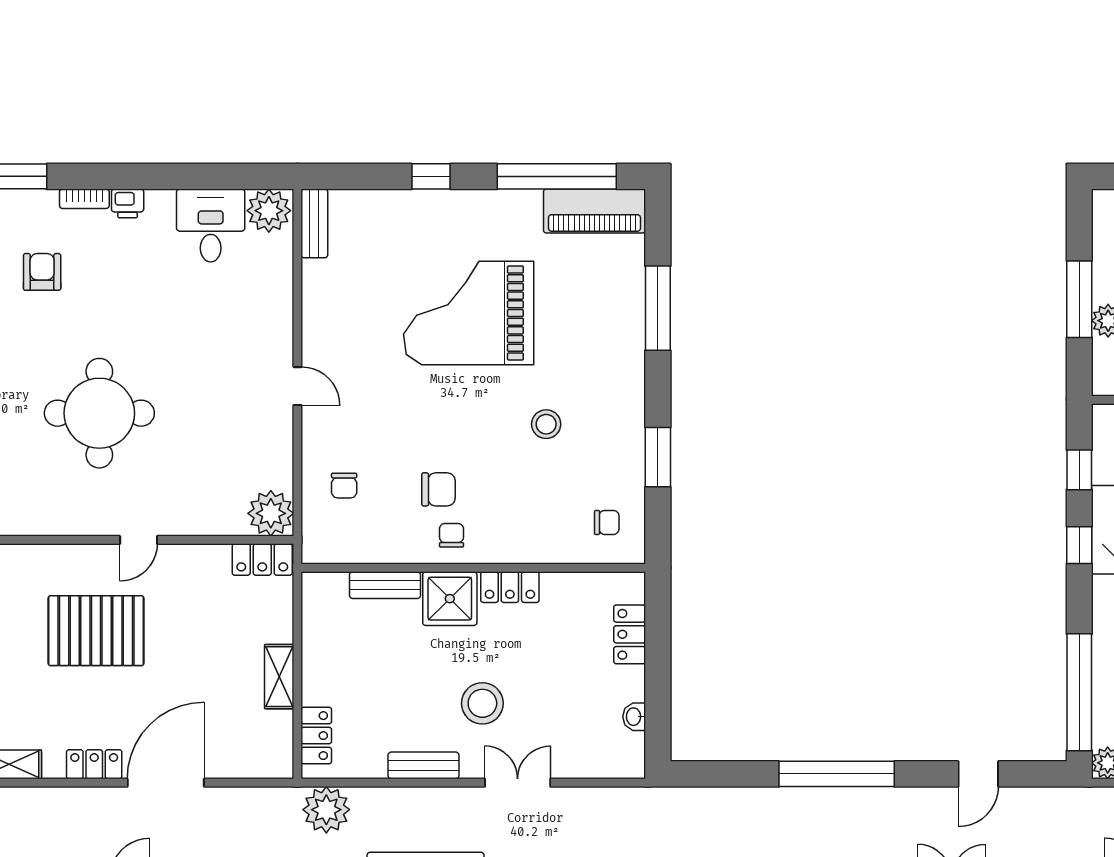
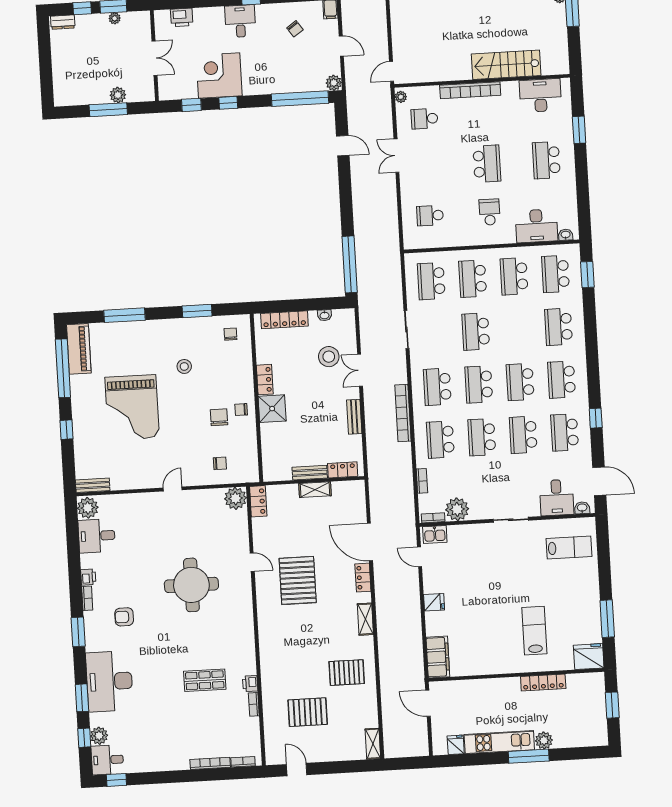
bench: (385, 585) -> (310, 473), moved, turned 90
locker: (630, 634) -> (284, 320), width x1.53
stool: (482, 703) -> (329, 357), moved
window: (837, 774) -> (350, 264), moved
plant: (326, 810) -> (379, 463), removed

